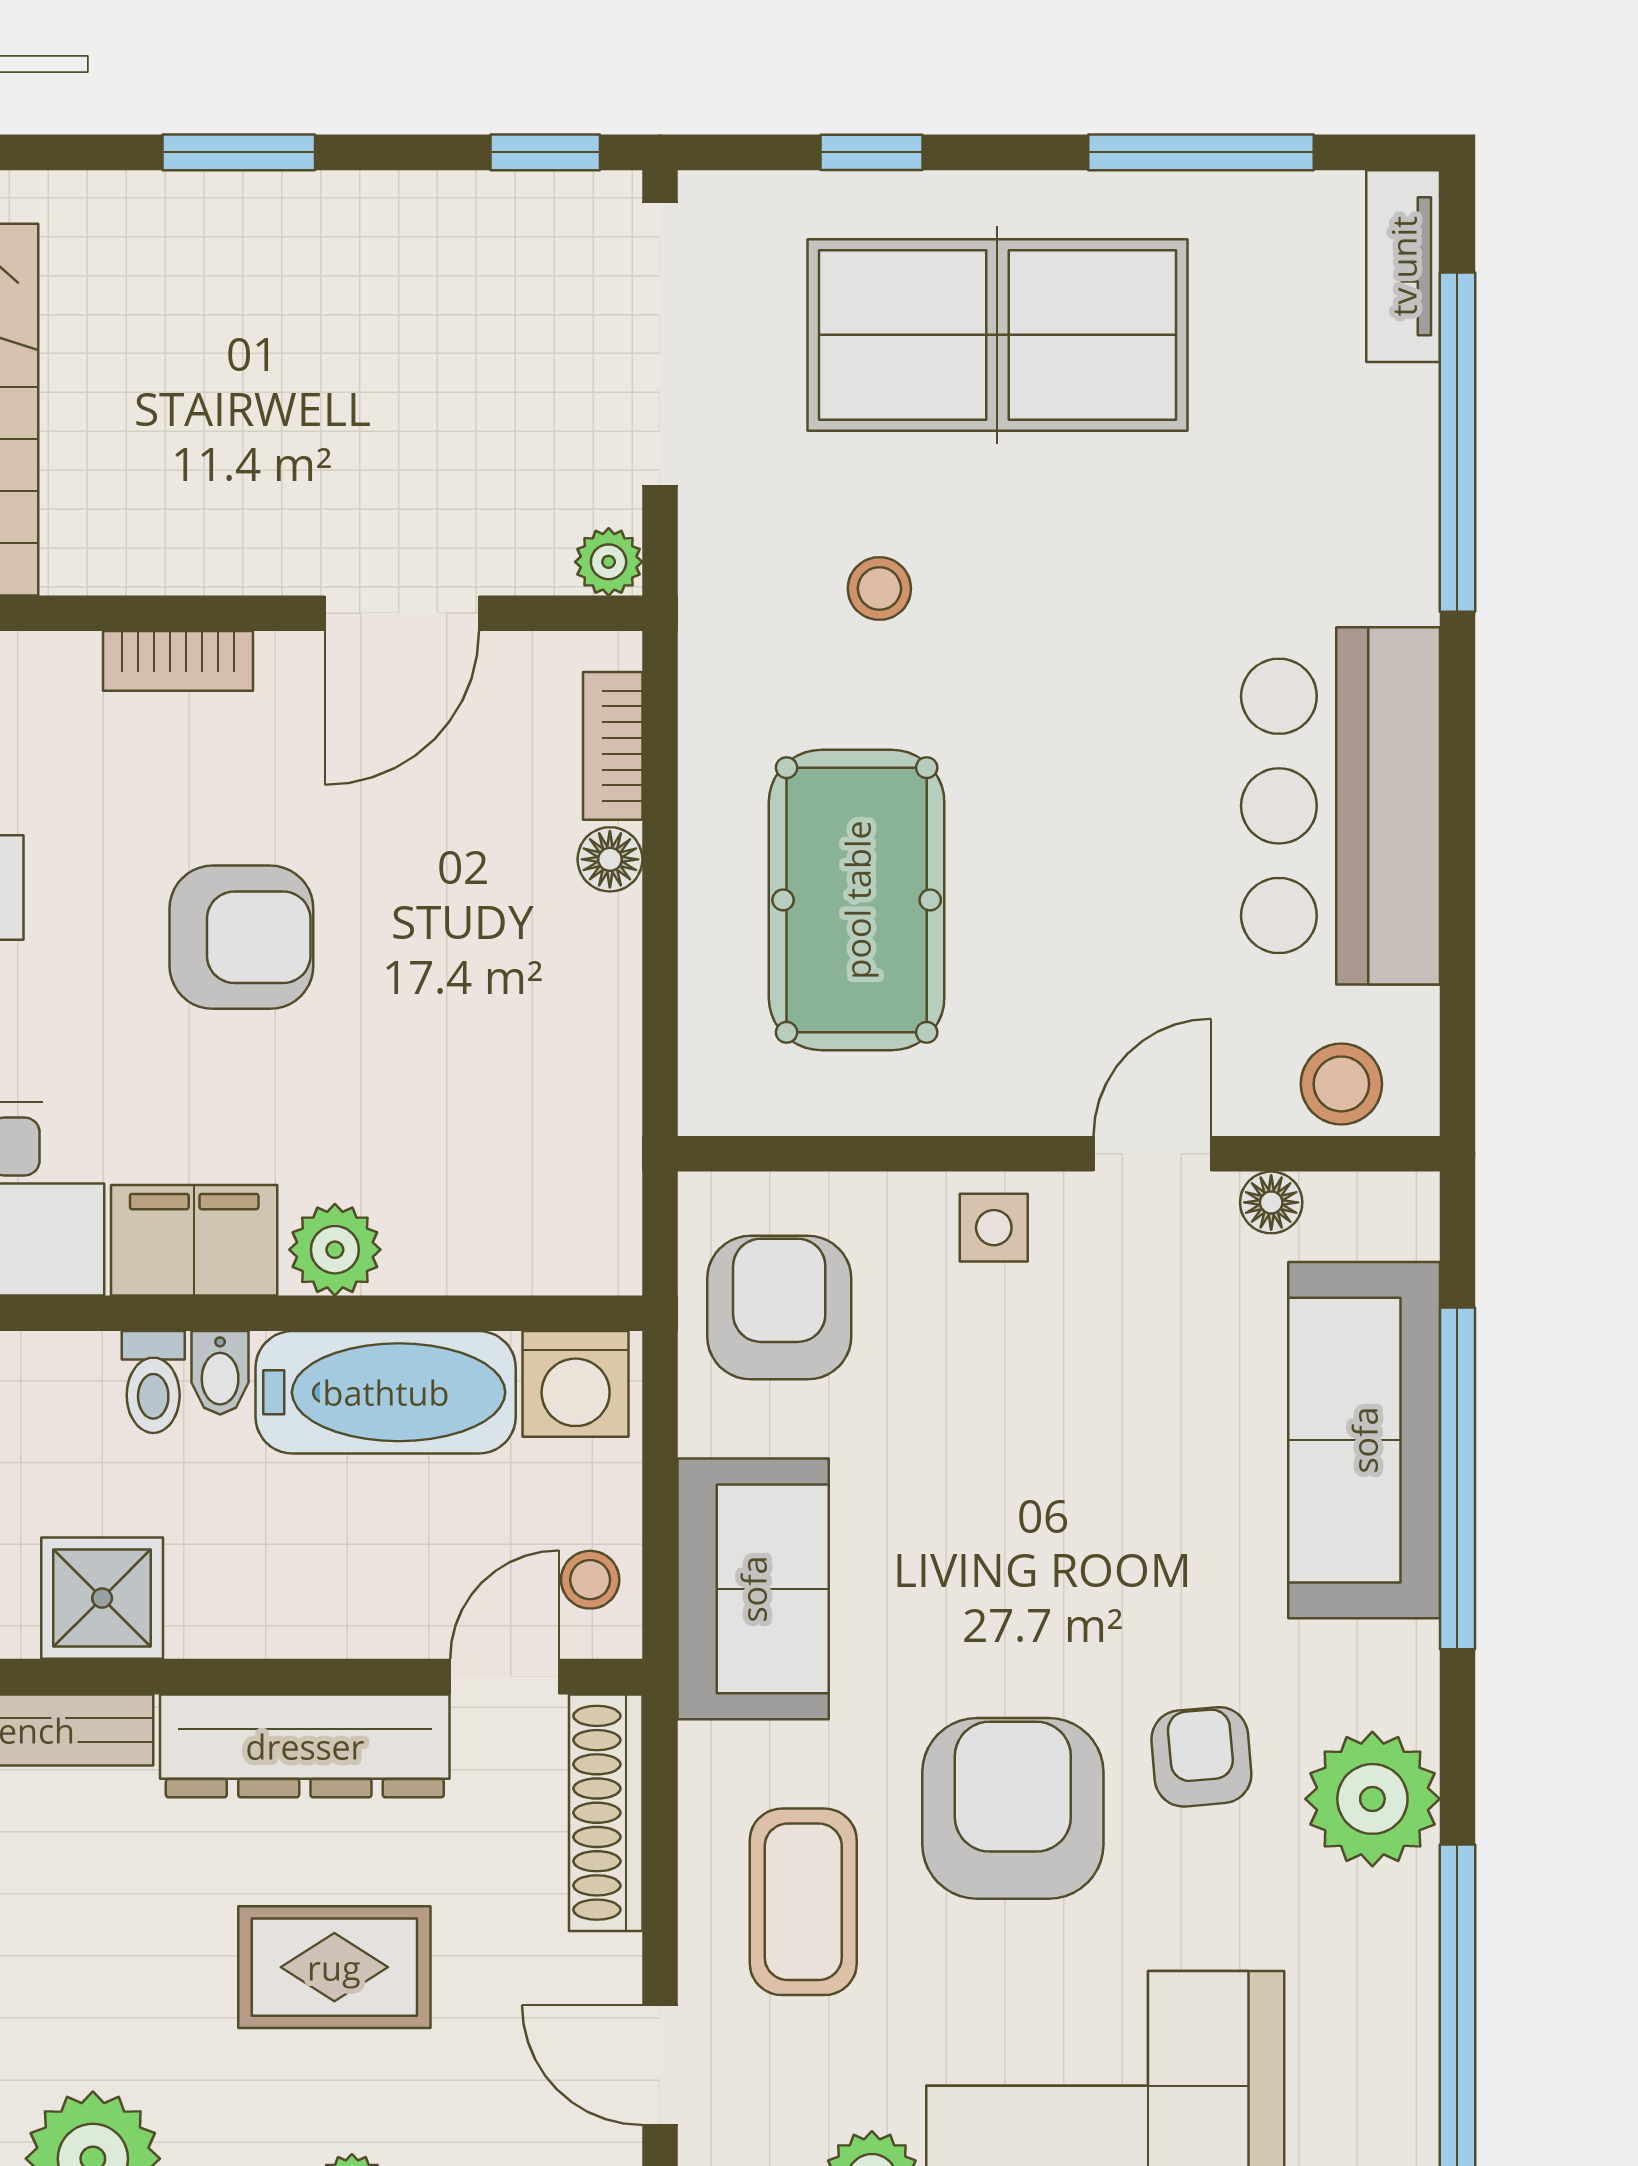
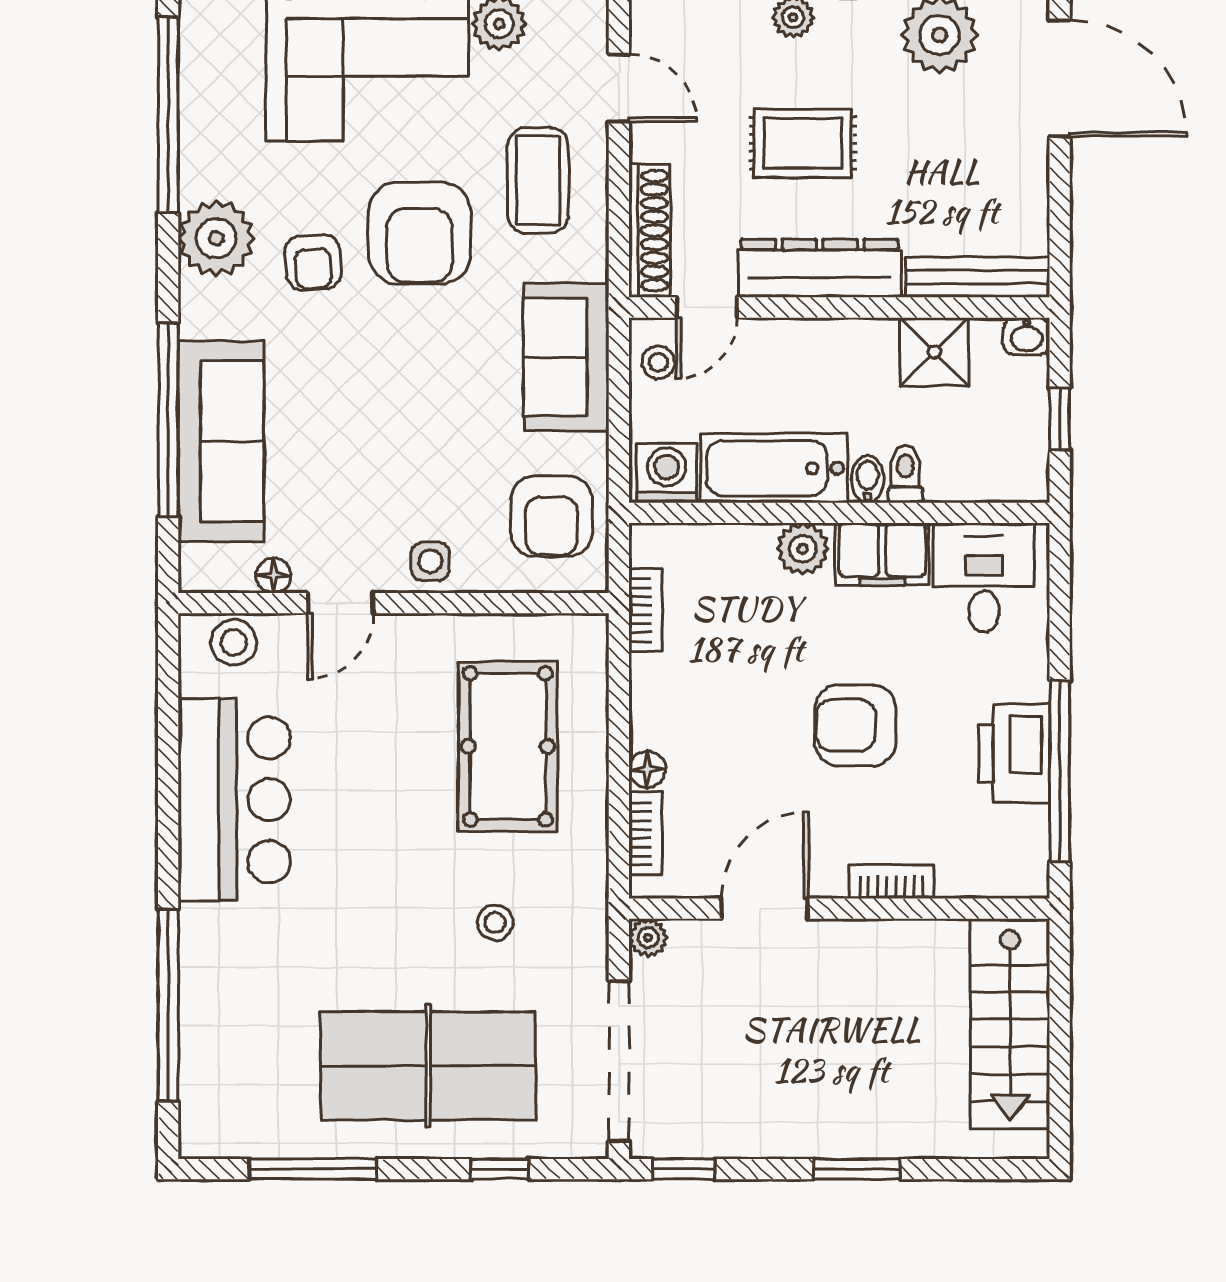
tv unit: (1403, 266) -> (199, 1105), removed
bookcase: (613, 1142) -> (646, 610), added

